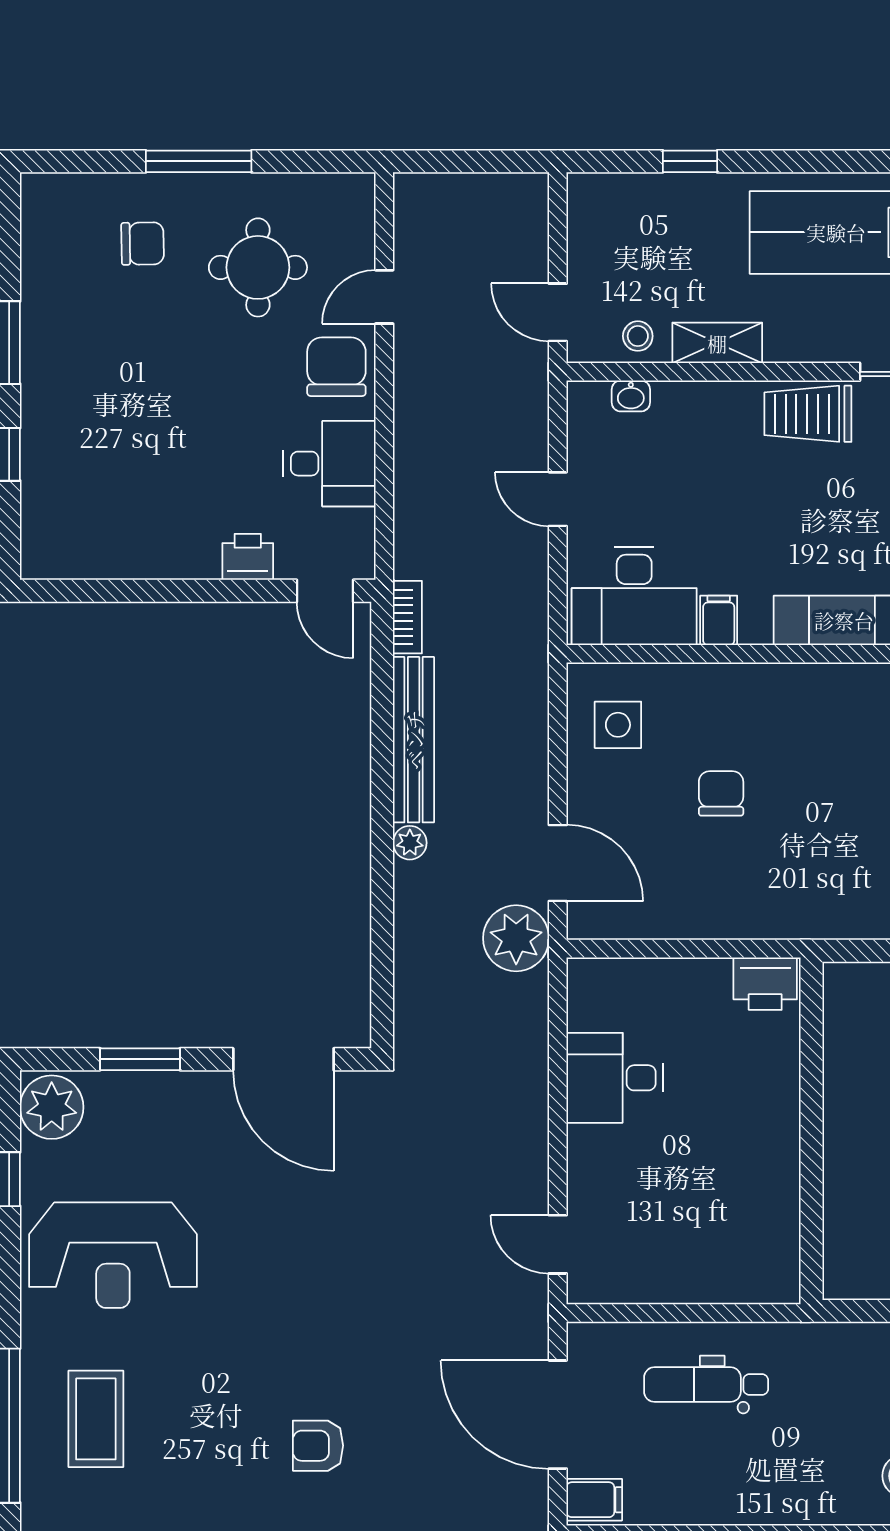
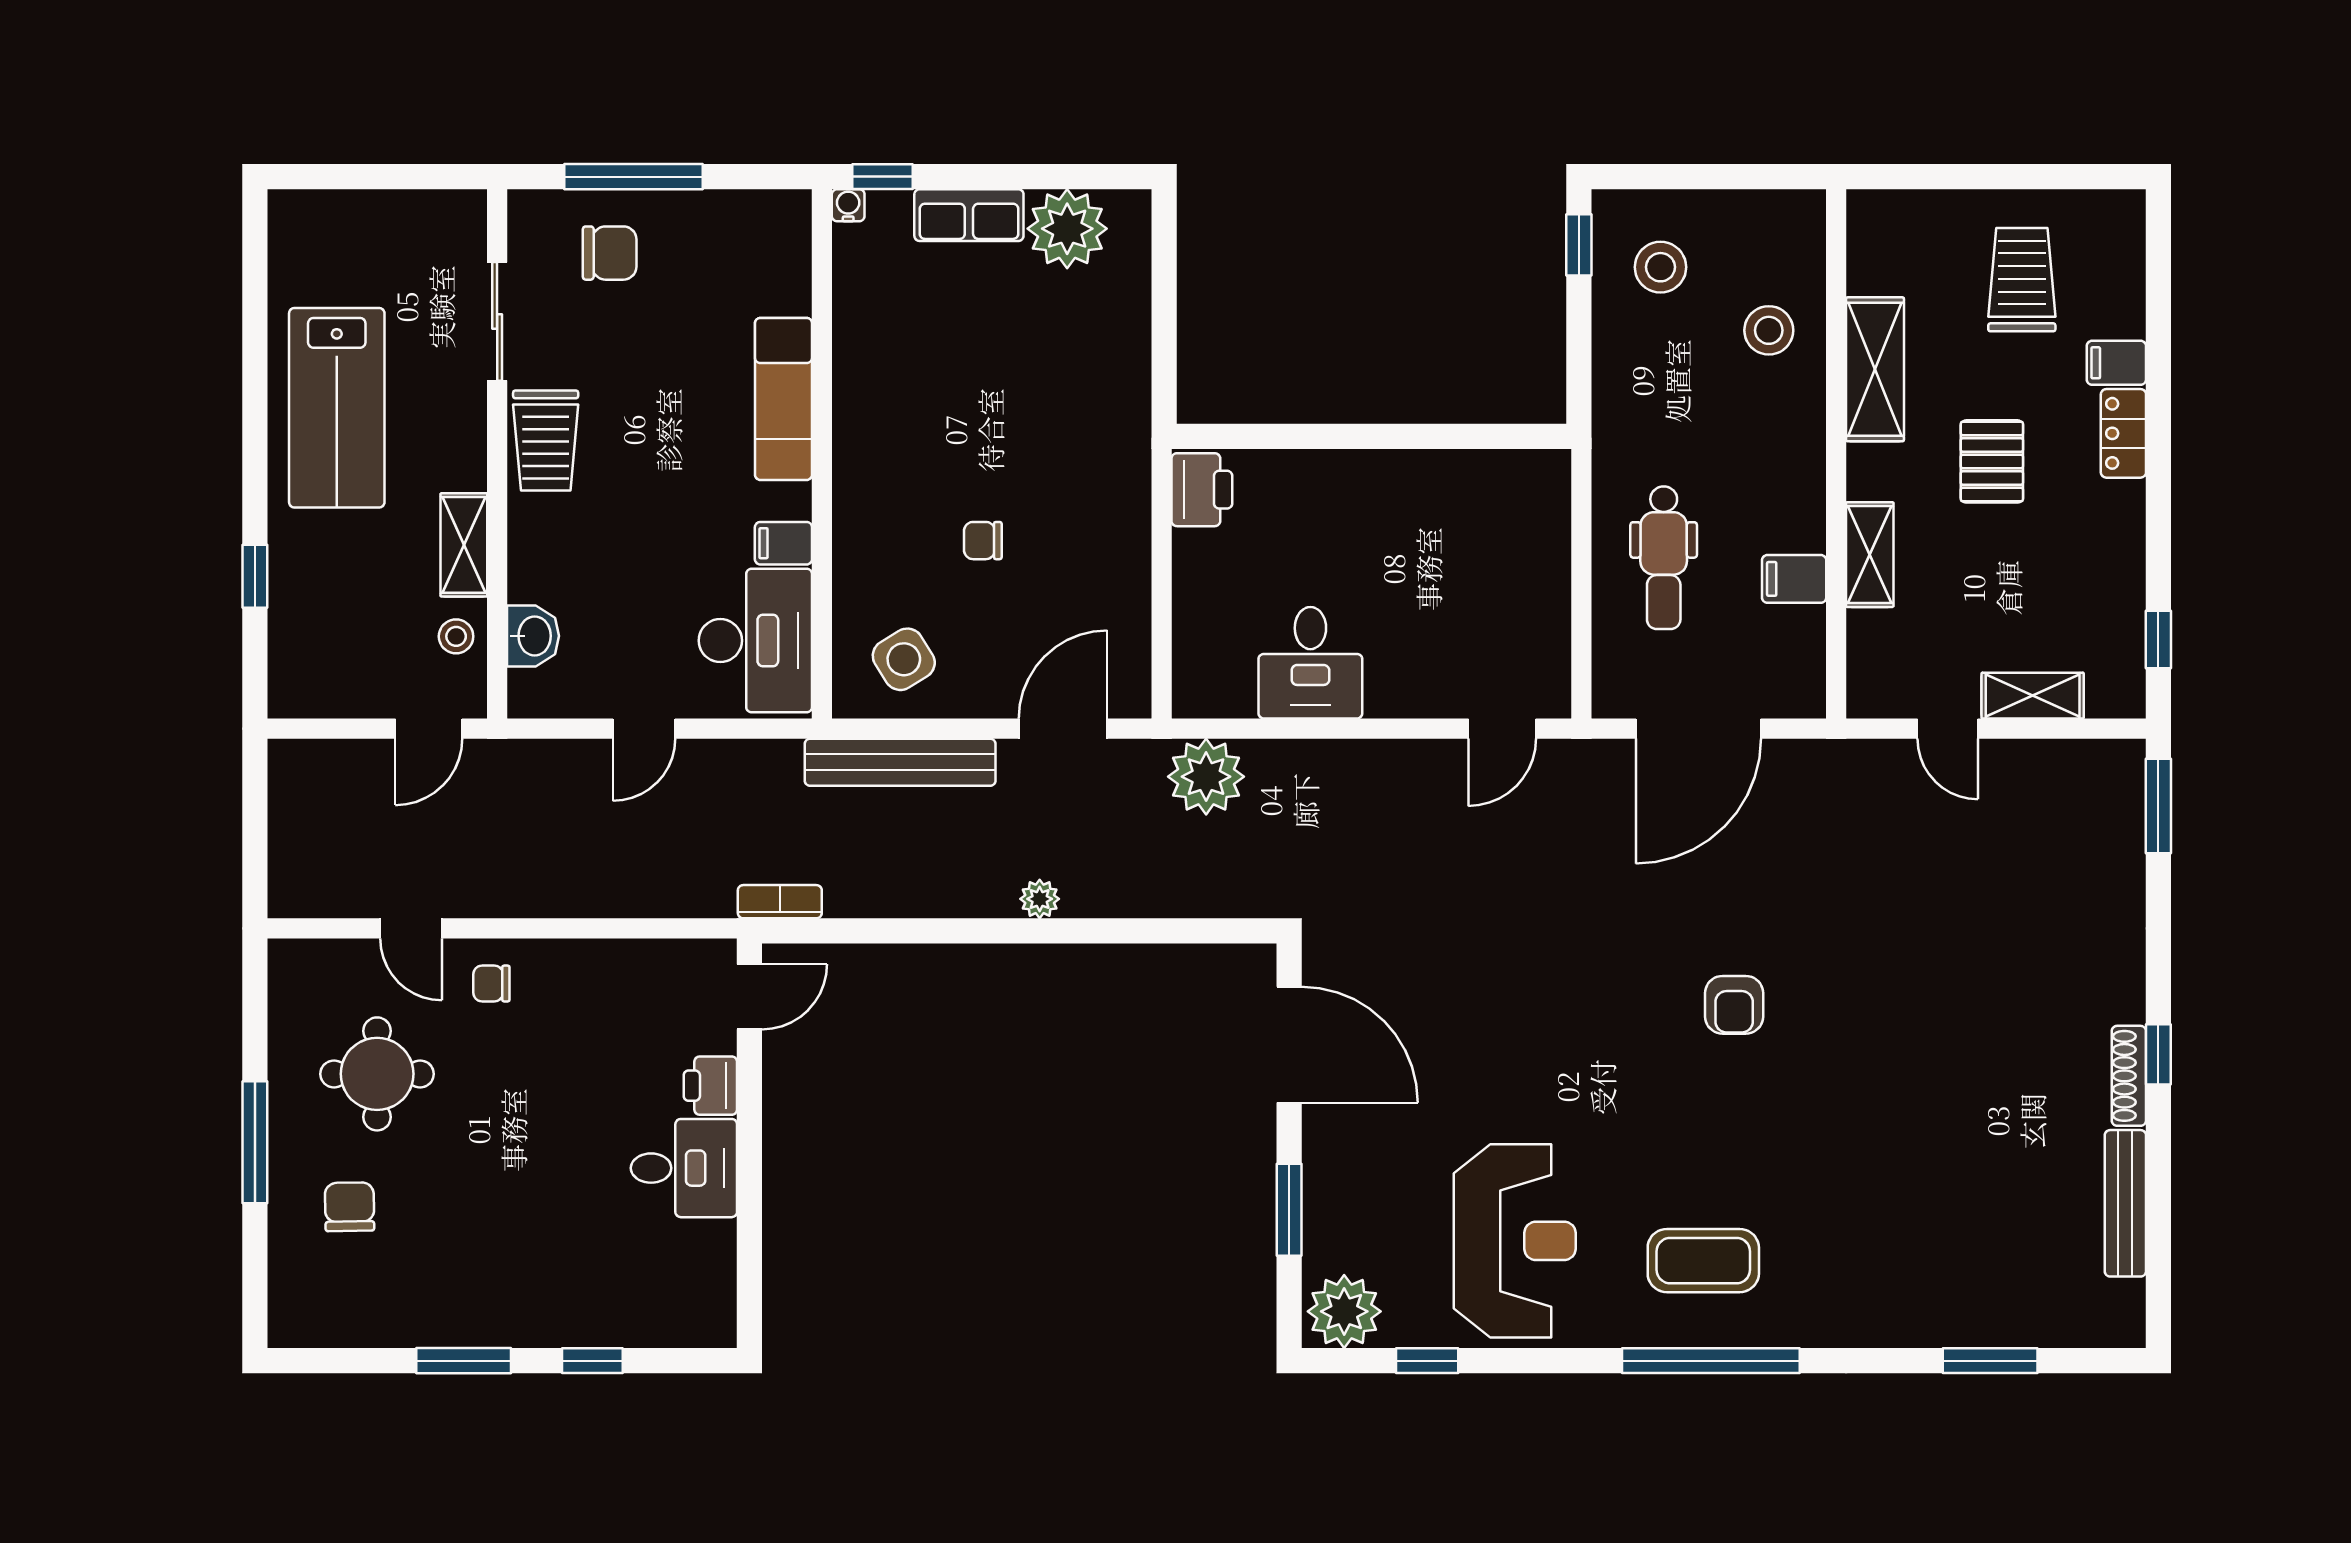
chair: (336, 367) -> (491, 984), width x0.54, depth x0.54
washbasin: (631, 396) -> (533, 636), width x1.38, depth x1.45
desk: (330, 464) -> (684, 1168), moved, turned 90
side table: (618, 725) -> (904, 659), turned -32
bench: (414, 740) -> (900, 762), moved
chair: (721, 793) -> (983, 541), width x0.73, depth x0.73
plant: (516, 938) -> (1206, 777), moved
door: (283, 1059) -> (1289, 1045), hinge flipped
filing cabinet: (594, 1500) -> (1794, 579), moved, turned -90

